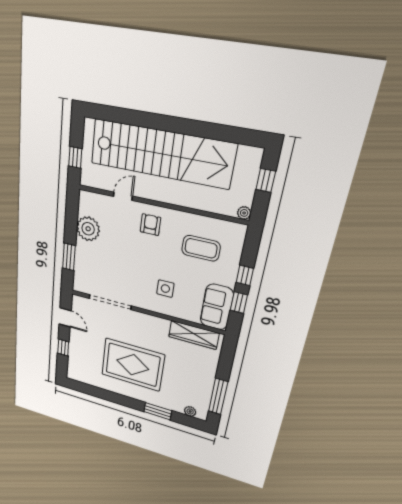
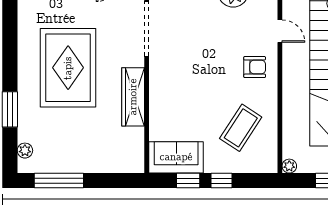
coffee table: (201, 248) -> (241, 128), turned 33
side table: (165, 289) -> (183, 95), removed
wardrobe: (194, 335) -> (133, 97), moved

